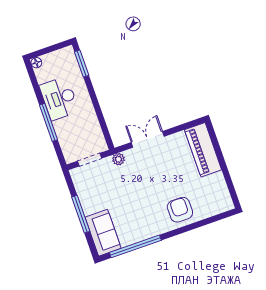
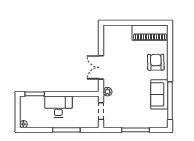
desk: (59, 98) -> (58, 107), moved, turned 180
piano: (203, 150) -> (150, 33), moved
armchair: (180, 210) -> (156, 62), turned 89
sofa: (103, 233) -> (159, 94), moved, turned -90

